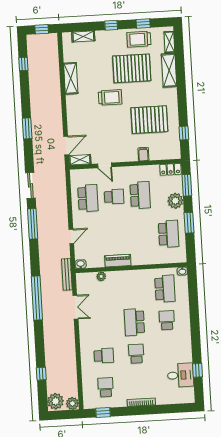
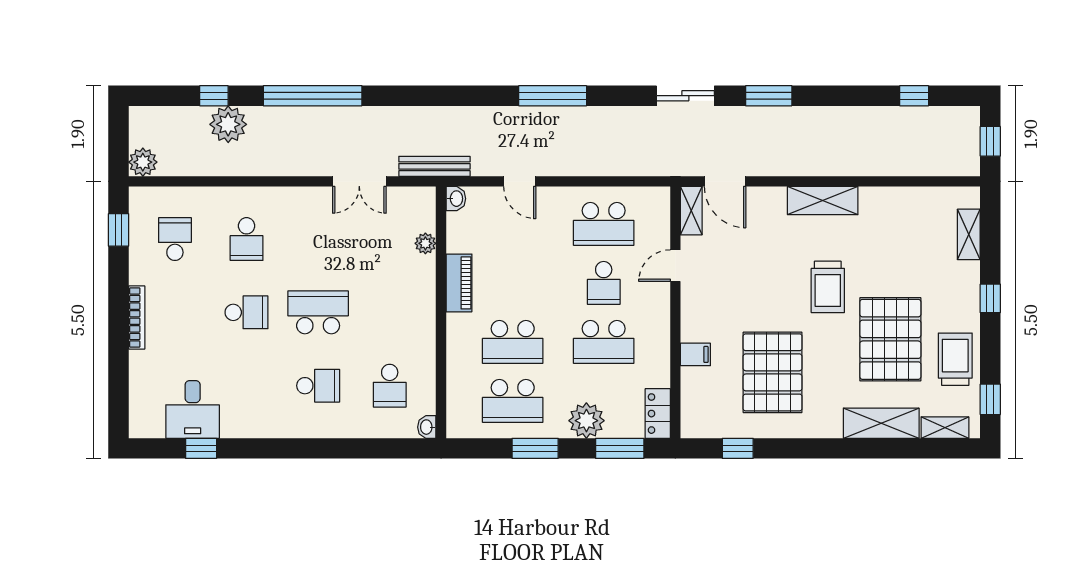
window: (143, 23) -> (990, 399), moved
shelving: (71, 78) -> (823, 201), moved
sliding door: (30, 185) -> (685, 96), moved
school desk: (142, 235) -> (513, 342), added
school desk: (165, 289) -> (390, 386), width x0.54
window: (37, 298) -> (313, 96), moved
school desk: (106, 387) -> (175, 239), turned -90
plant: (56, 401) -> (228, 124), moved

